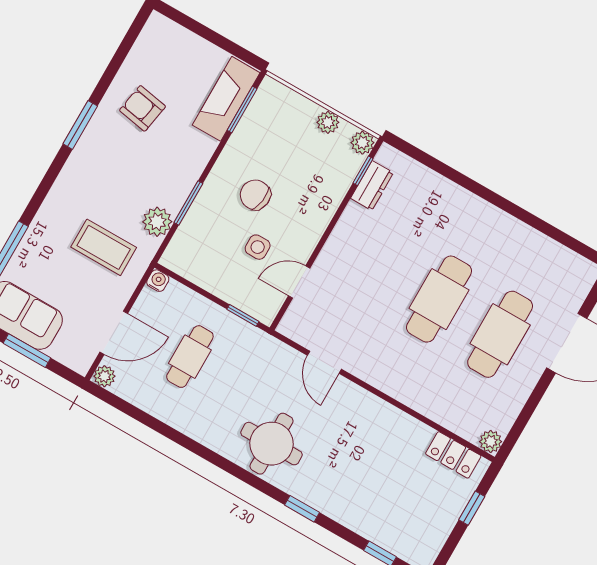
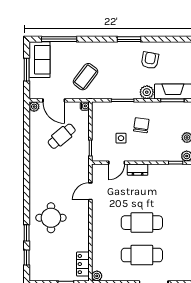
dresser: (372, 186) -> (138, 170), moved
plant: (157, 222) -> (147, 92), moved
coffee table: (104, 247) -> (85, 77), turned 37
door: (299, 282) -> (117, 163), swing flipped
cafe table: (190, 357) -> (62, 136), turned -40
round table: (272, 444) -> (51, 218), moved
window: (302, 509) -> (27, 233), moved

